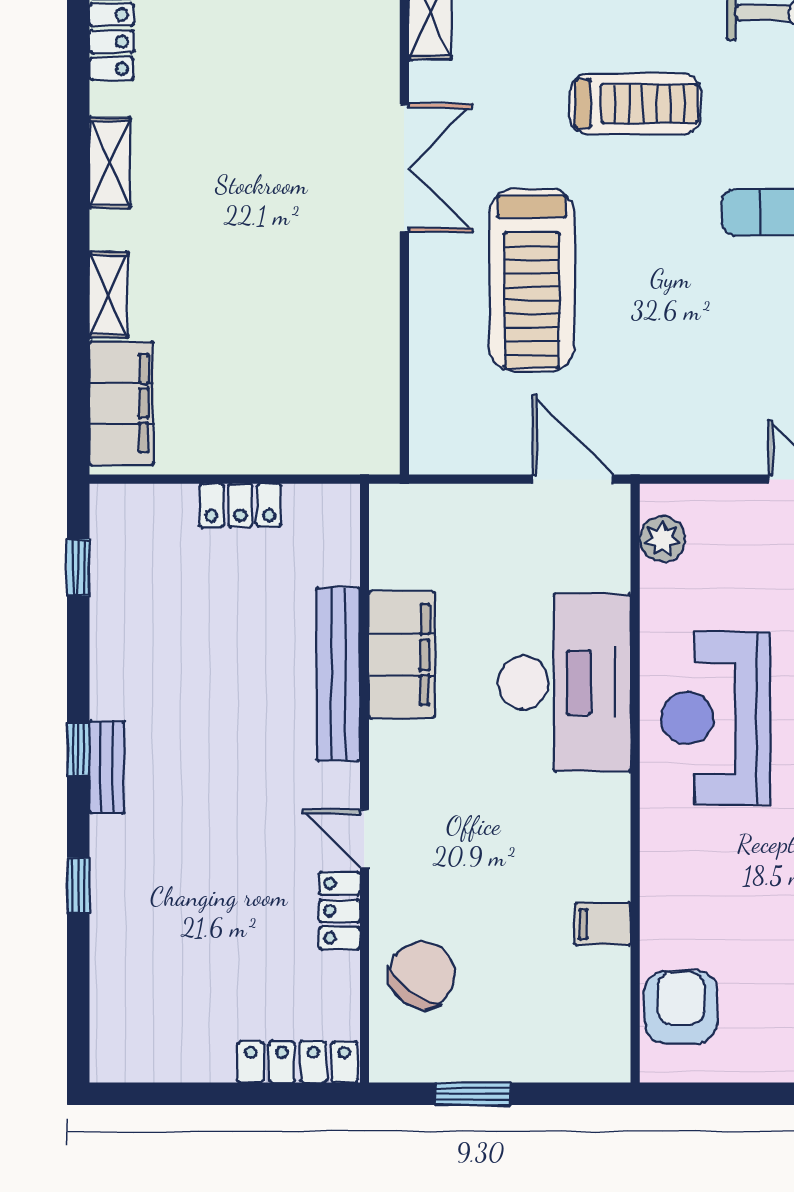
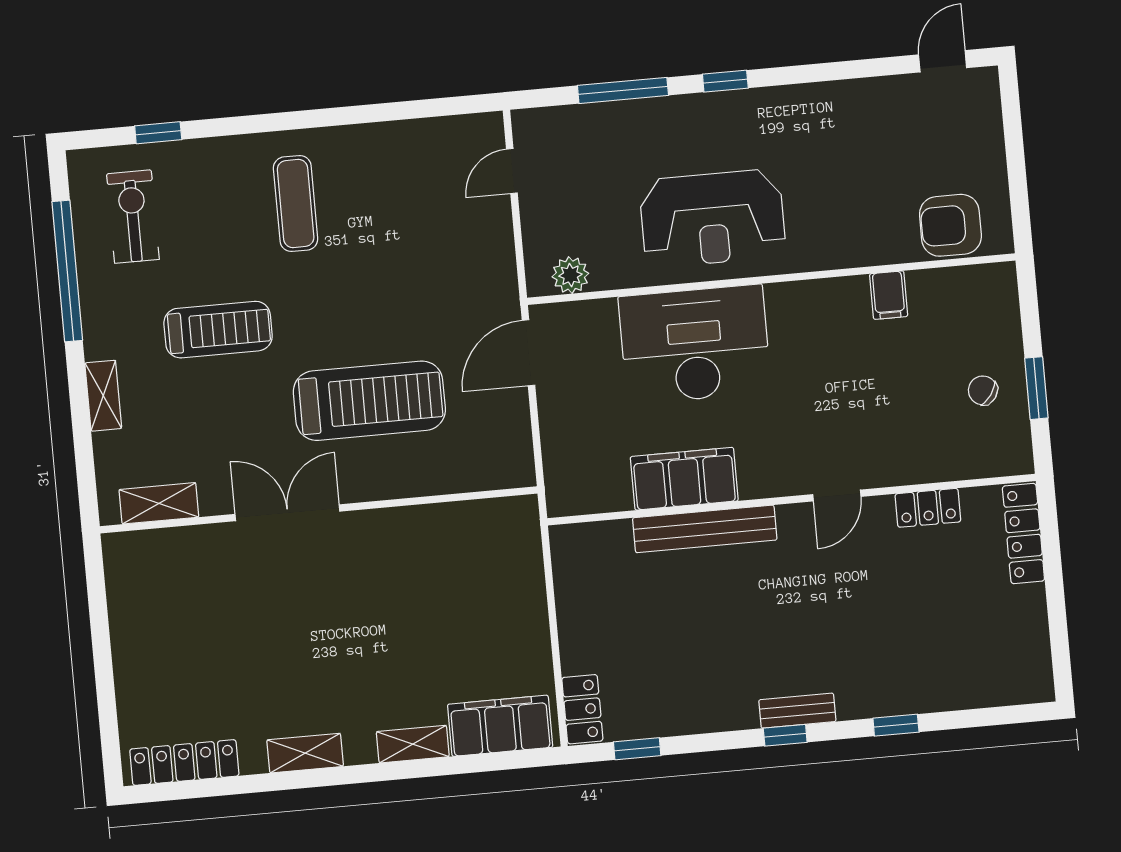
treadmill: (635, 104) -> (218, 330), turned 90
locker: (240, 505) -> (582, 709), moved
locker: (339, 911) -> (928, 508), moved
chair: (422, 975) -> (983, 390), moved, width x0.54, depth x0.54

